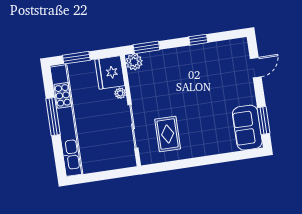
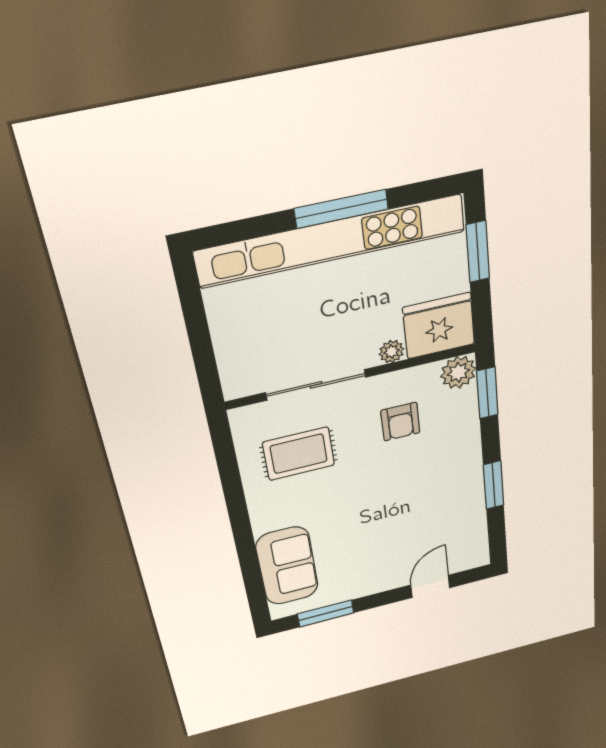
window: (198, 40) -> (494, 485), width x1.50
door: (256, 68) -> (430, 586), swing flipped
armchair: (157, 88) -> (400, 422), added
sofa: (247, 128) -> (287, 566), moved, turned 90

